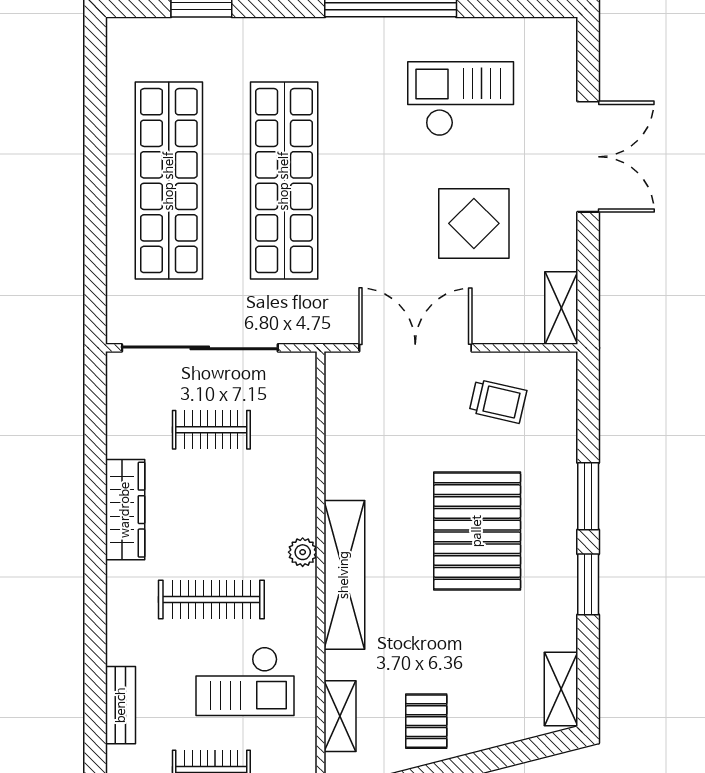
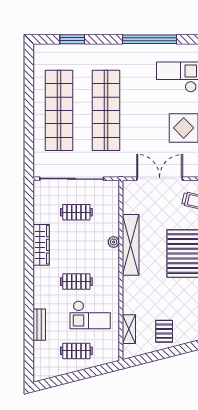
plant: (303, 552) -> (114, 242), moved
shelving: (344, 575) -> (131, 245), moved
clothes rail: (211, 600) -> (76, 282), width x0.73

